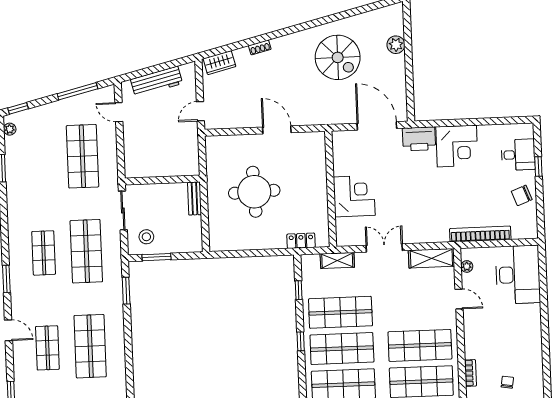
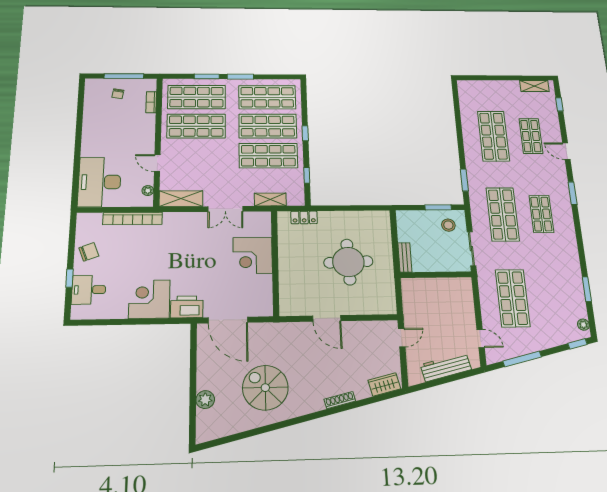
shoe rack: (260, 47) -> (340, 400), width x1.43

